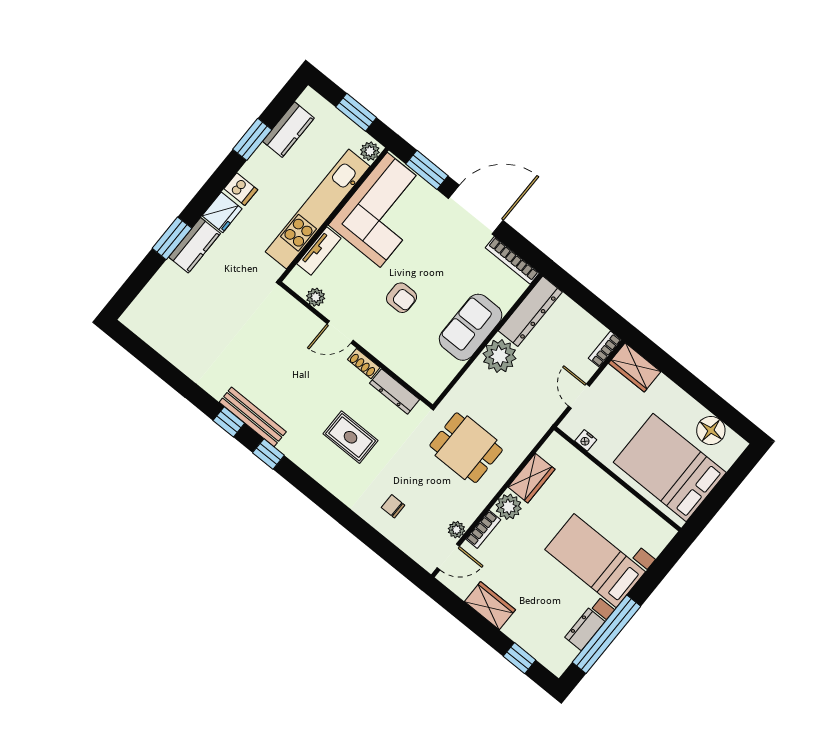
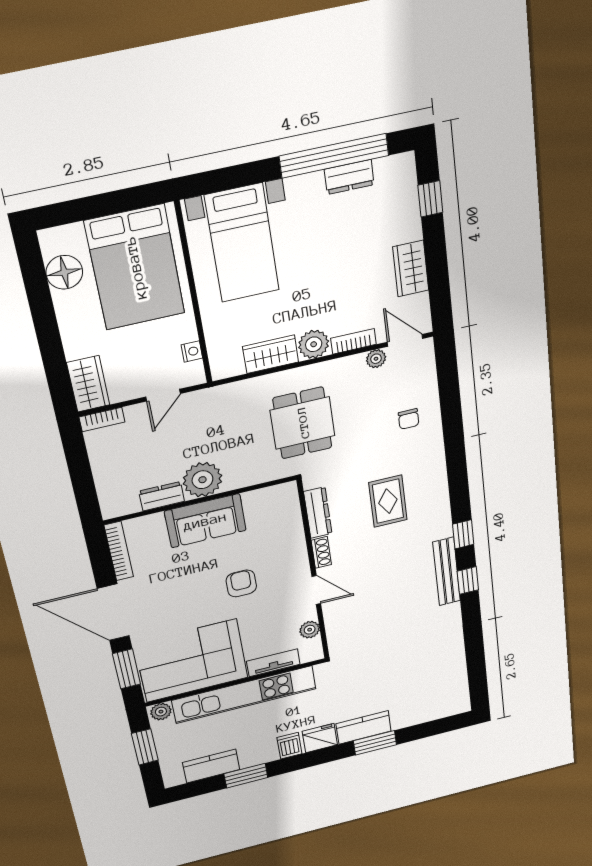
dresser: (530, 311) -> (162, 496), width x0.51, depth x0.80
bed with nightstands: (595, 561) -> (242, 243), moved

